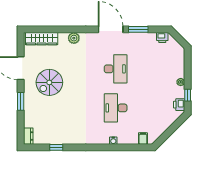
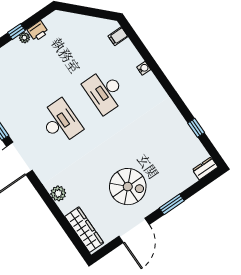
desk: (116, 69) -> (60, 122), turned 90
window: (188, 95) -> (16, 32), moved
printer: (179, 105) -> (38, 31), moved
desk: (116, 108) -> (105, 91), turned 90

